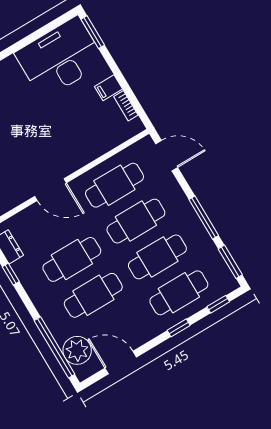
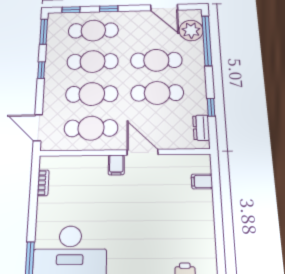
filing cabinet: (109, 88) -> (116, 165), moved, turned 90
window: (204, 218) -> (41, 70), width x0.46

